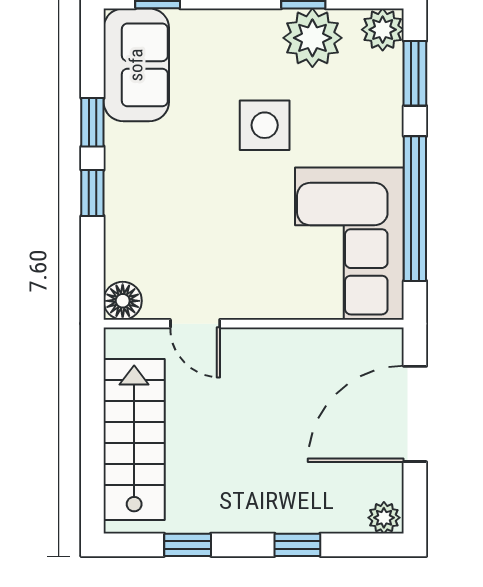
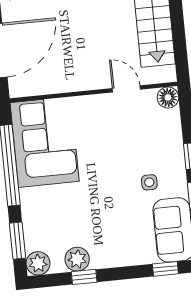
plant: (312, 38) -> (77, 259), width x0.73, depth x0.73
side table: (265, 125) -> (149, 182), moved, width x0.54, depth x0.54

